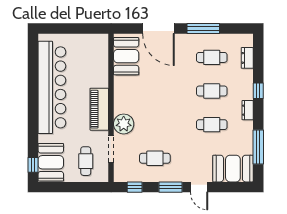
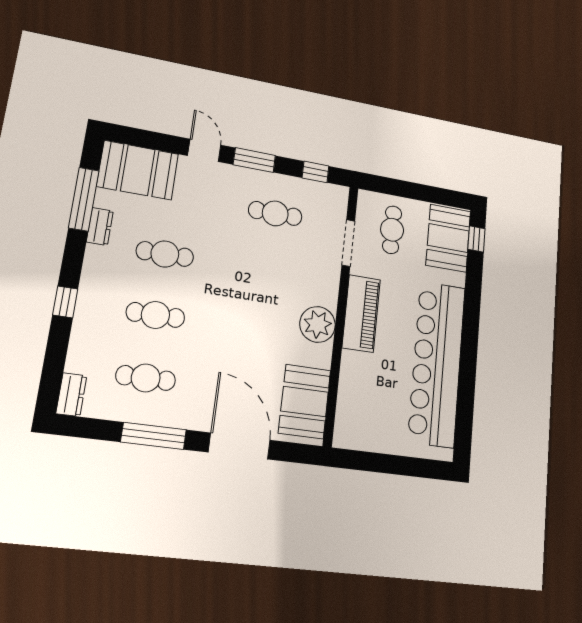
dresser: (247, 58) -> (71, 395), moved
dresser: (248, 110) -> (100, 226), moved
plant: (124, 124) -> (318, 324), moved

